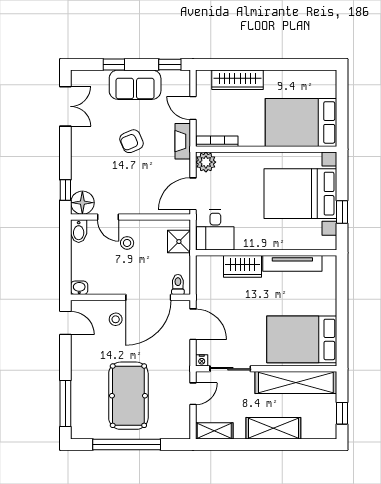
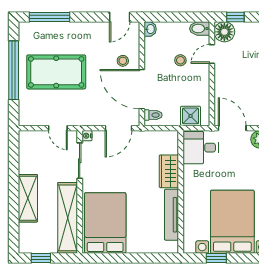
stool: (127, 243) -> (180, 60), moved
shelving: (214, 431) -> (26, 147), removed

